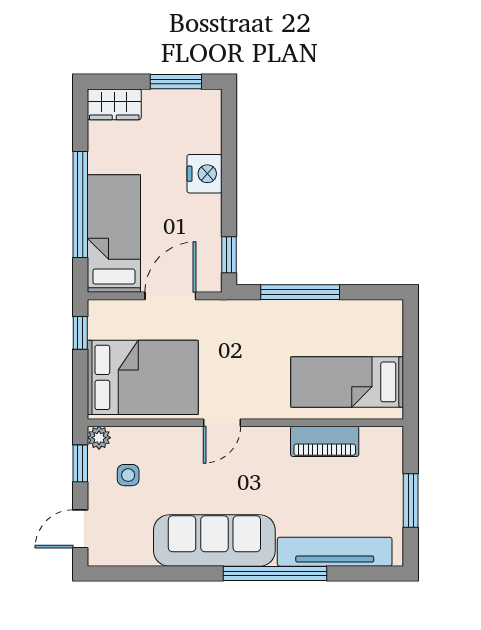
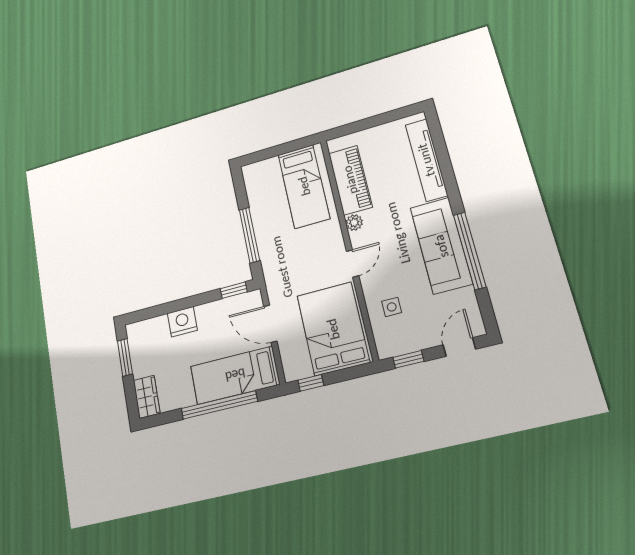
door: (222, 423) -> (353, 263), hinge flipped
plant: (99, 438) -> (354, 223), moved
piano: (325, 441) -> (350, 180), width x1.37, depth x1.33
side table: (128, 475) -> (392, 307), moved
window: (411, 500) -> (376, 121), removed
door: (80, 529) -> (459, 347), swing flipped
window: (275, 574) -> (470, 251), moved

